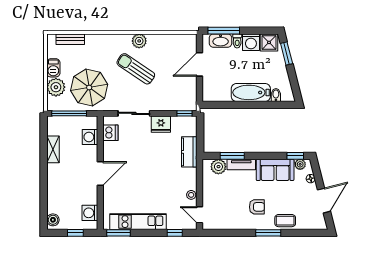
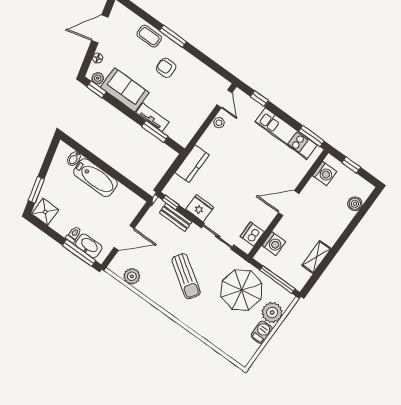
bench: (70, 39) -> (176, 217), moved
plant: (139, 41) -> (132, 276), moved
washing machine: (251, 42) -> (62, 224), removed
plant: (218, 167) -> (175, 131), removed
boiler: (53, 220) -> (355, 204), moved

